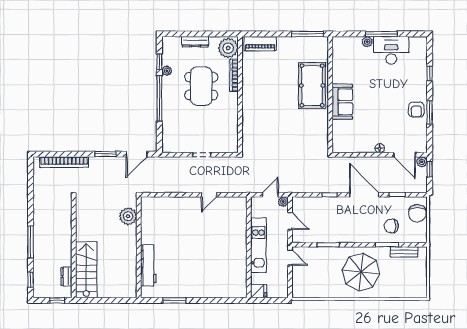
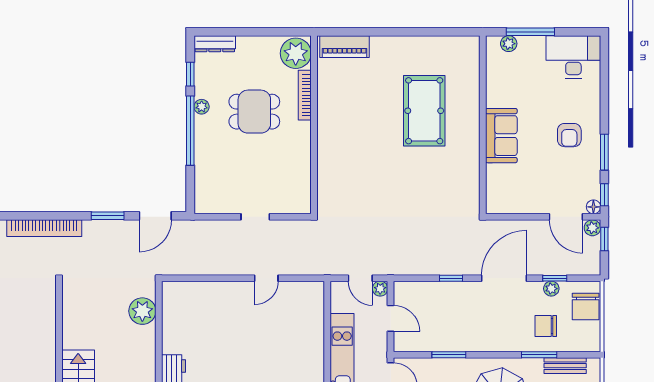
window: (308, 34) -> (417, 32), removed
dresser: (195, 42) -> (215, 44), moved
desk: (391, 50) -> (573, 57), moved
plant: (167, 71) -> (202, 107), moved
window: (430, 73) -> (604, 195), moved
dining table: (201, 86) -> (254, 112), width x0.73
wall: (330, 95) -> (483, 125), moved
sofa: (342, 102) -> (501, 136), moved
armchair: (416, 110) -> (569, 135), moved
floor lamp: (380, 148) -> (593, 207), moved
door: (270, 195) -> (360, 278), swing flipped
door: (364, 195) -> (504, 278), hinge flipped
plant: (395, 202) -> (551, 289), added

